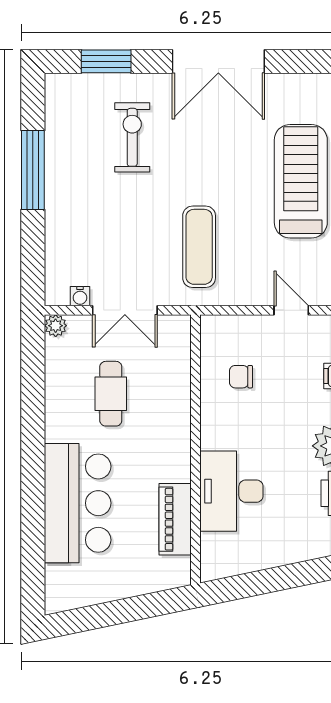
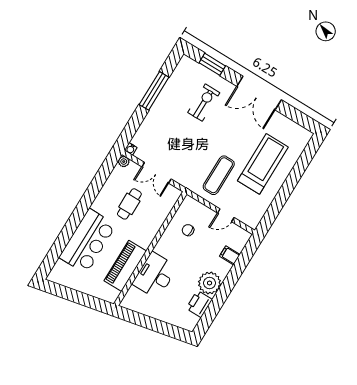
exercise mat: (199, 247) -> (219, 175), moved
water cooler: (80, 296) -> (131, 149), moved
door: (291, 310) -> (226, 215), swing flipped
piano: (175, 519) -> (125, 266), width x1.37, depth x1.33

